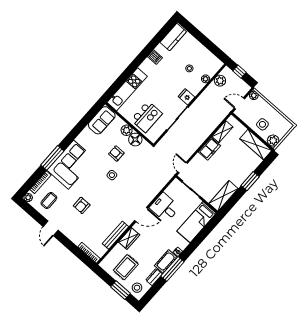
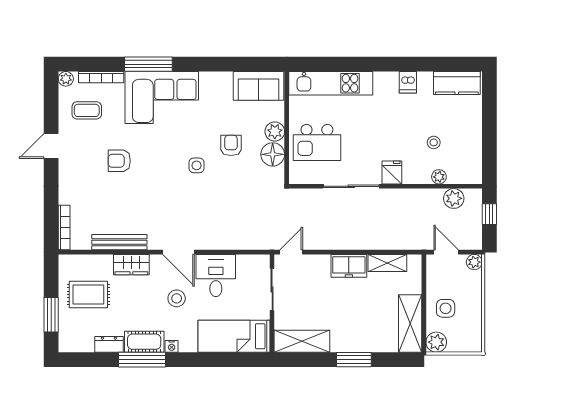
stool: (137, 288) -> (177, 298), moved

